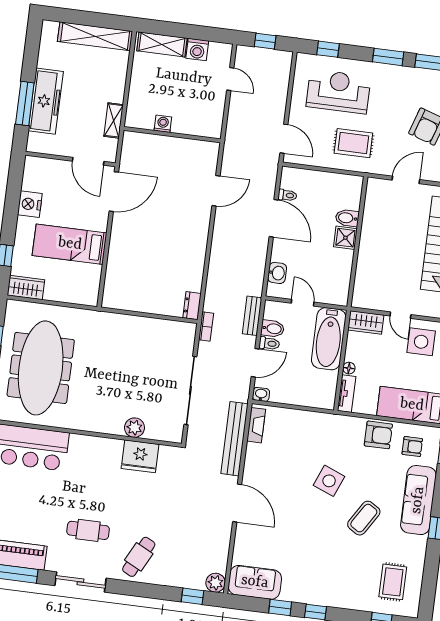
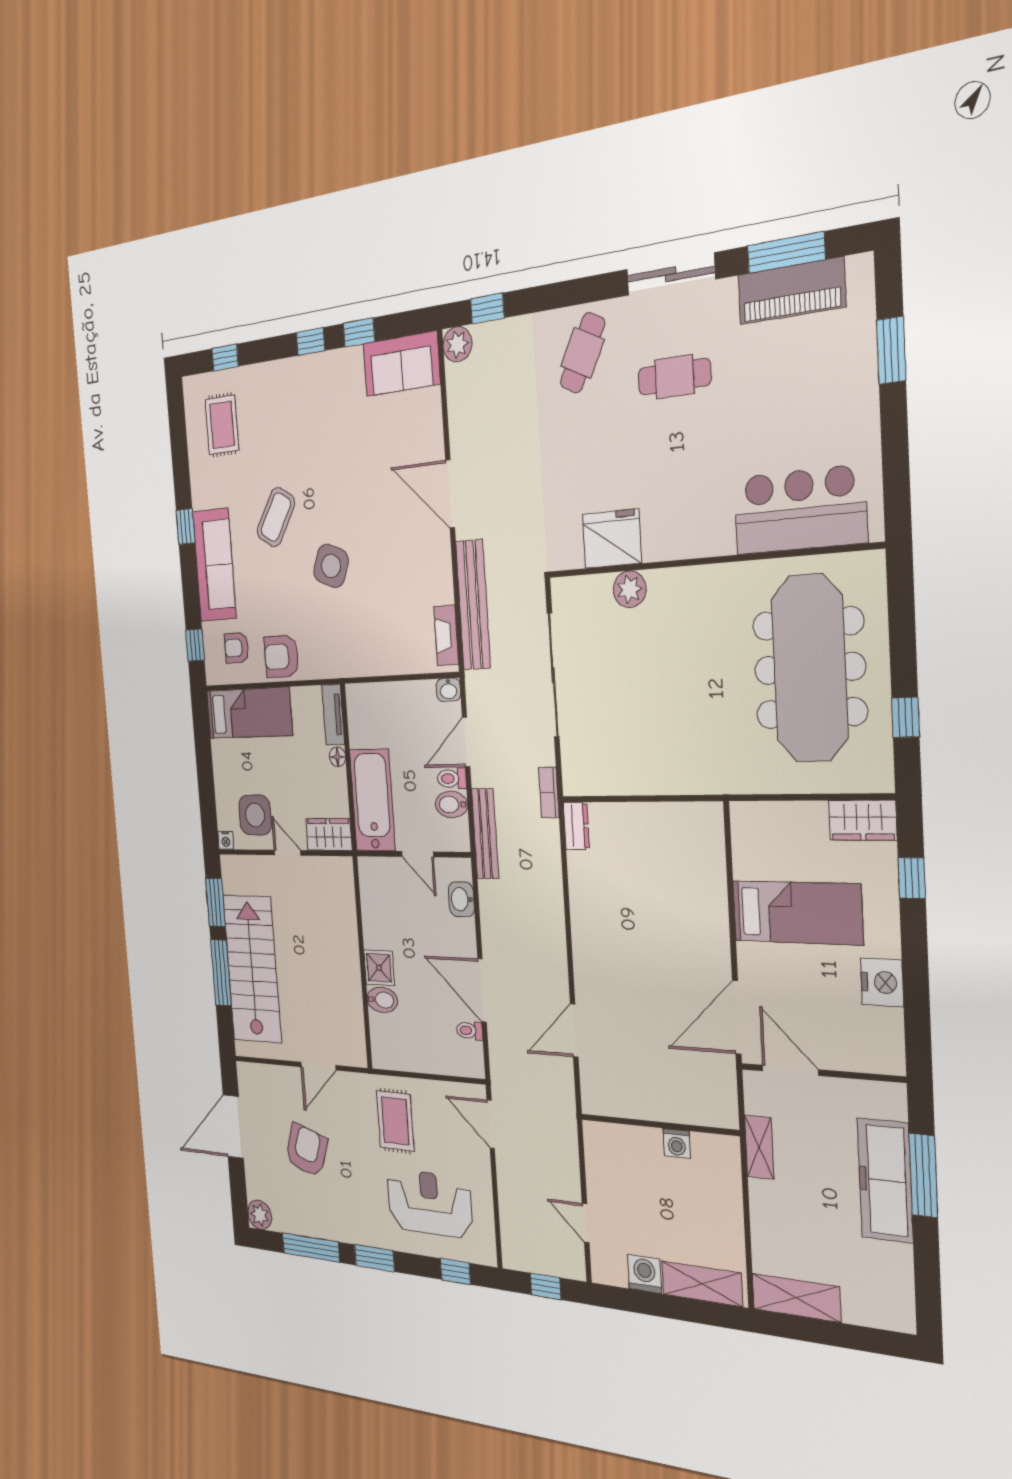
shelving: (95, 36) -> (796, 1298), width x0.68
reception desk: (338, 92) -> (429, 1203), turned 180
rug: (353, 143) -> (395, 1121), turned 90
bench: (252, 316) -> (485, 834), width x1.36

